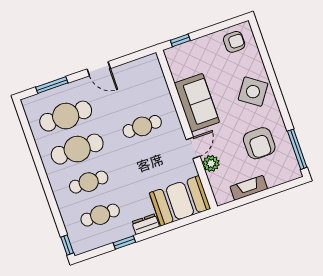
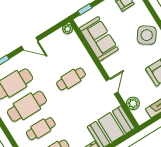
plant: (152, 61) -> (68, 29), added
sofa: (197, 103) -> (99, 39), moved
plant: (211, 163) -> (133, 103), moved

